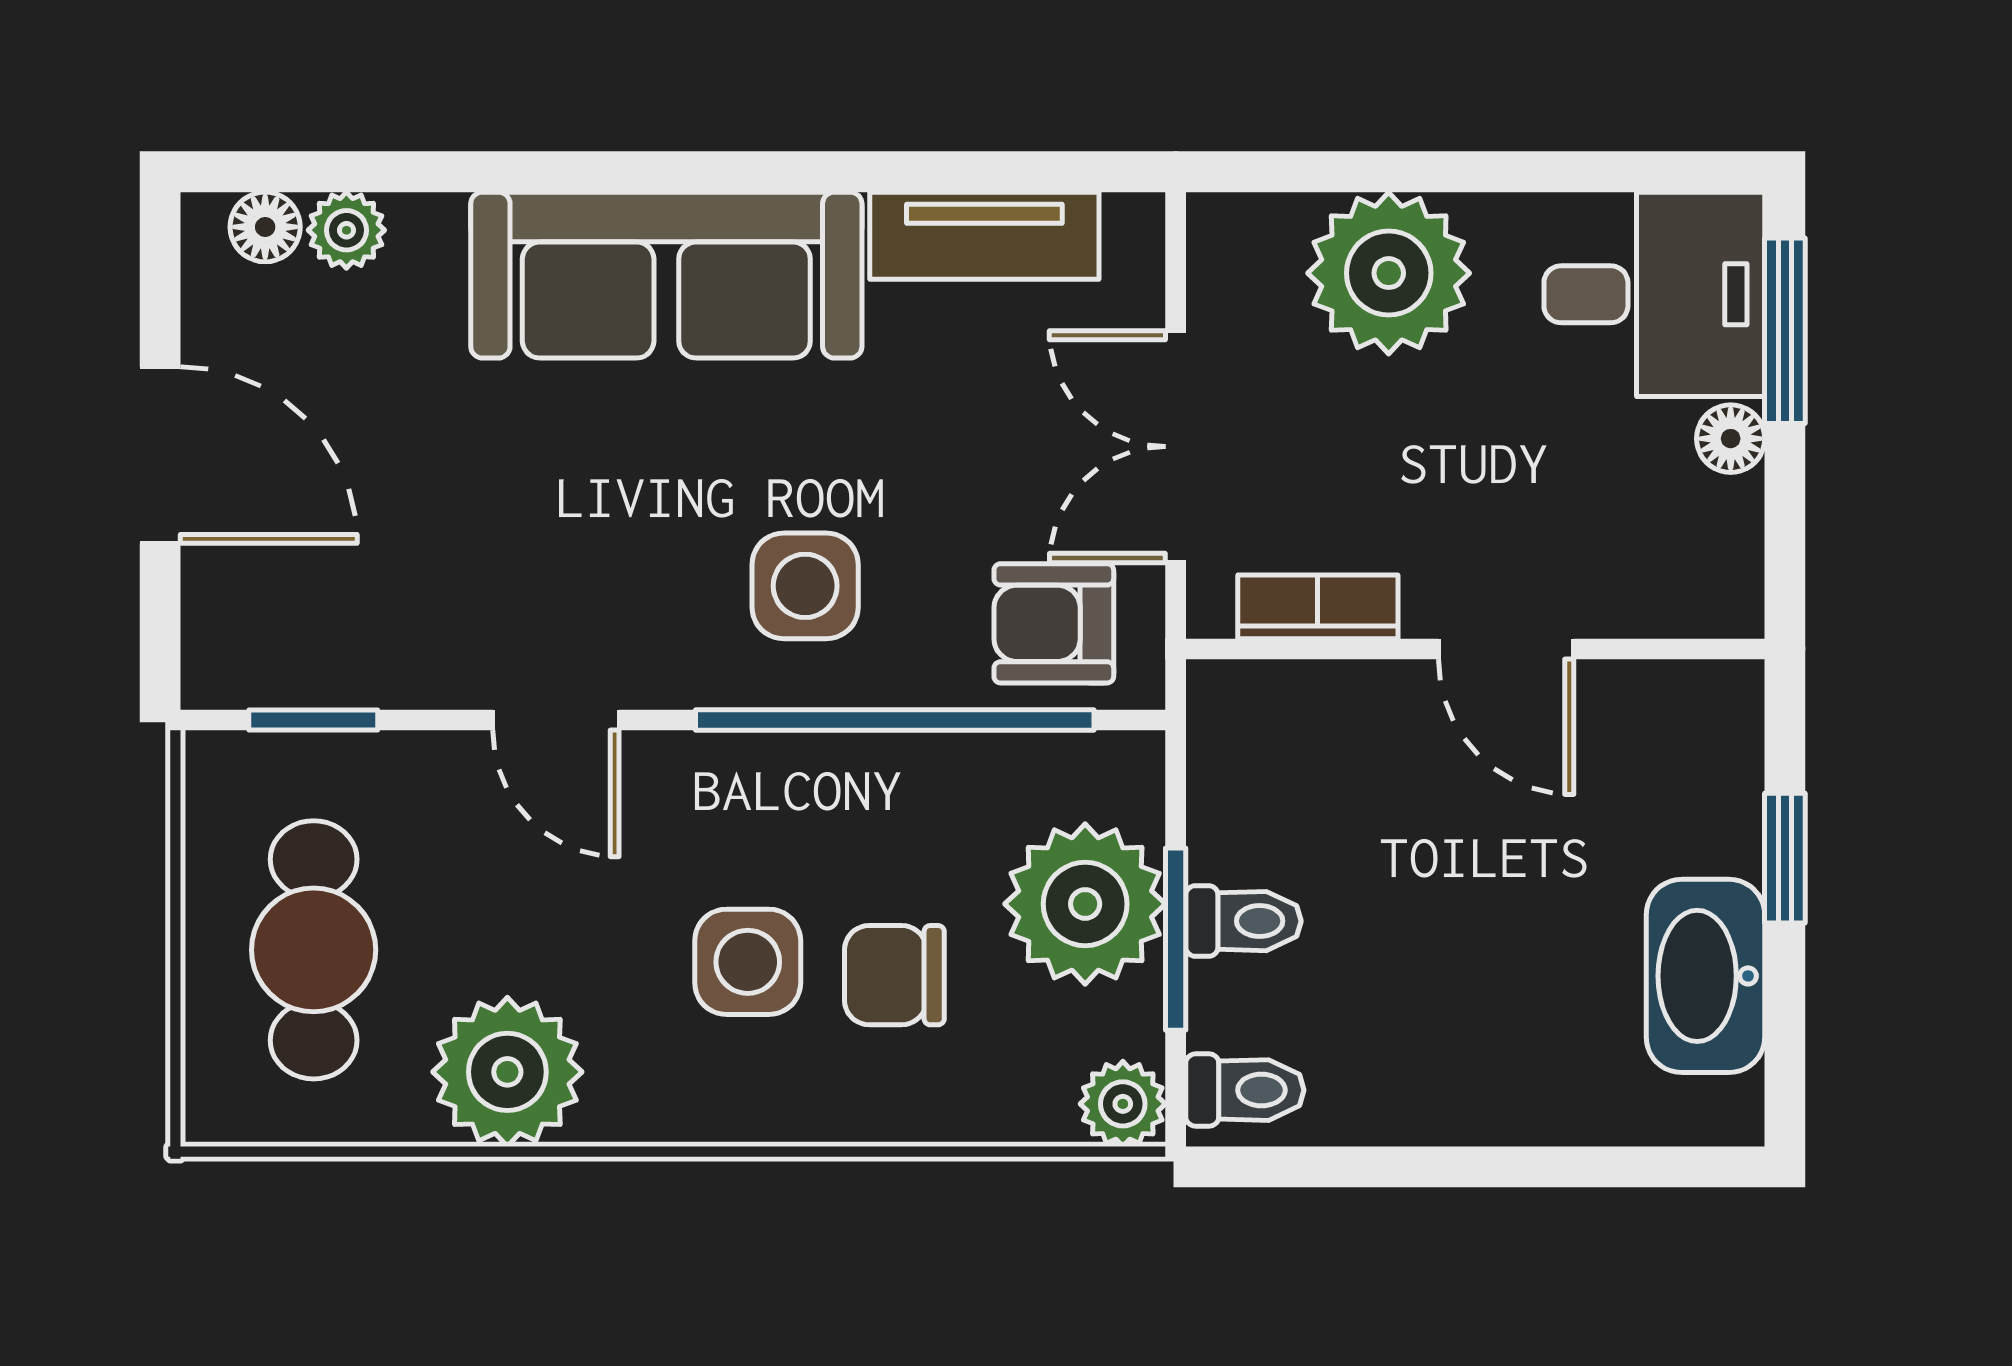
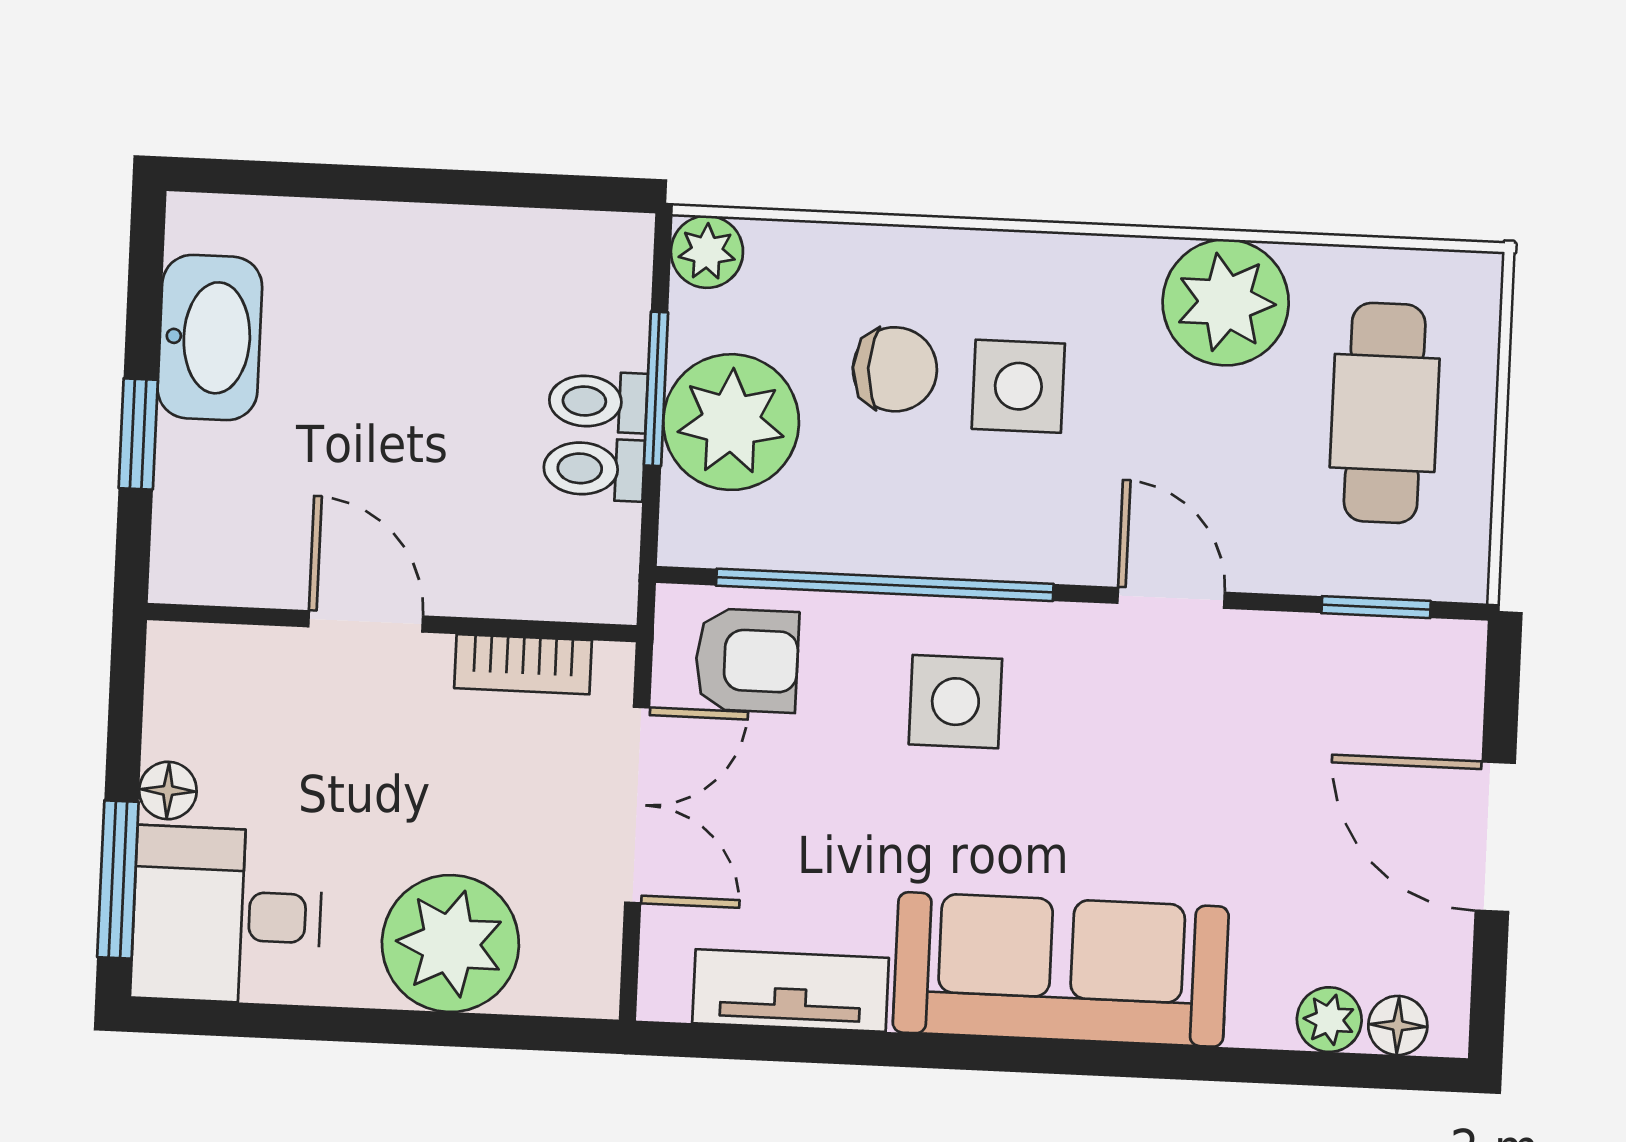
toilet: (1245, 1090) -> (594, 469), moved

